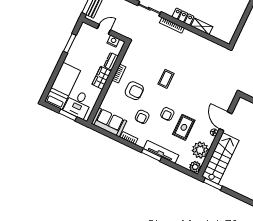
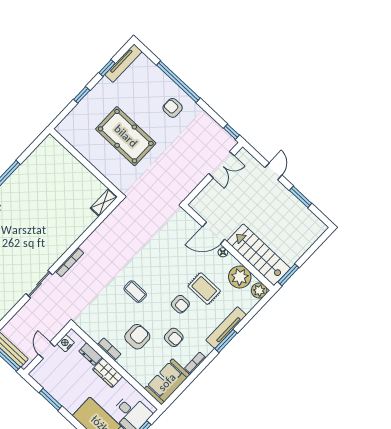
locker: (183, 17) -> (63, 245), removed
shelving: (202, 26) -> (104, 203), moved

